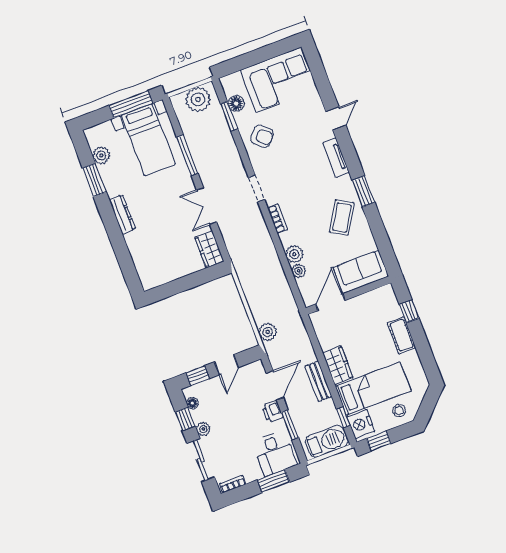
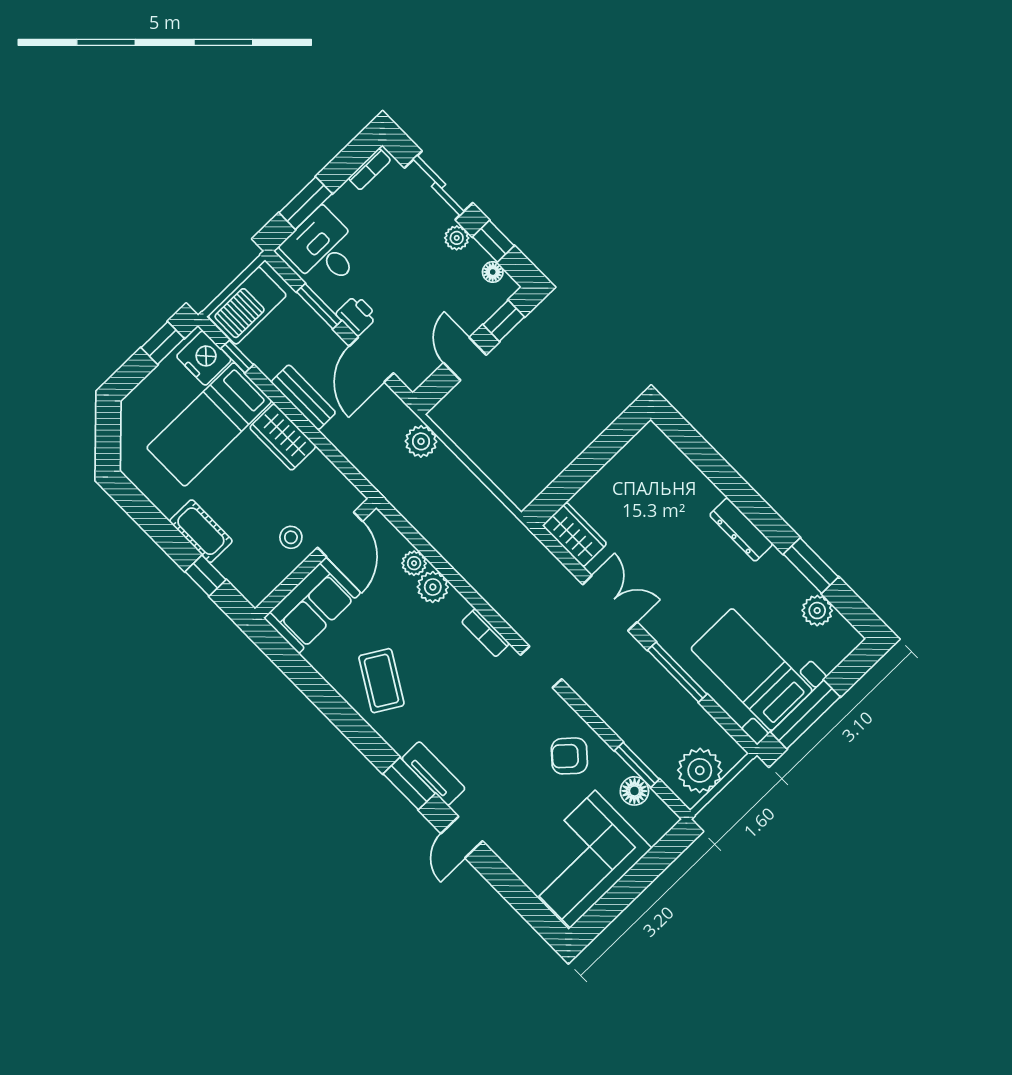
window: (364, 191) -> (409, 784), moved
stool: (399, 411) -> (291, 537), moved

